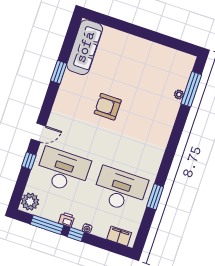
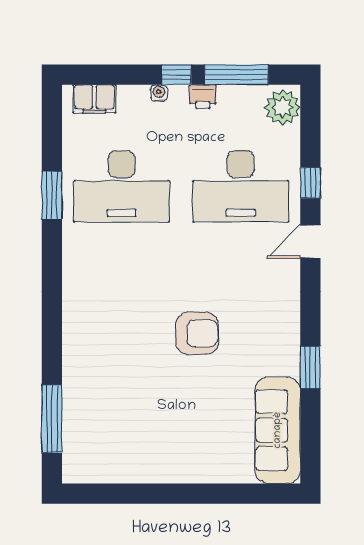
plant: (179, 94) -> (72, 401), removed

